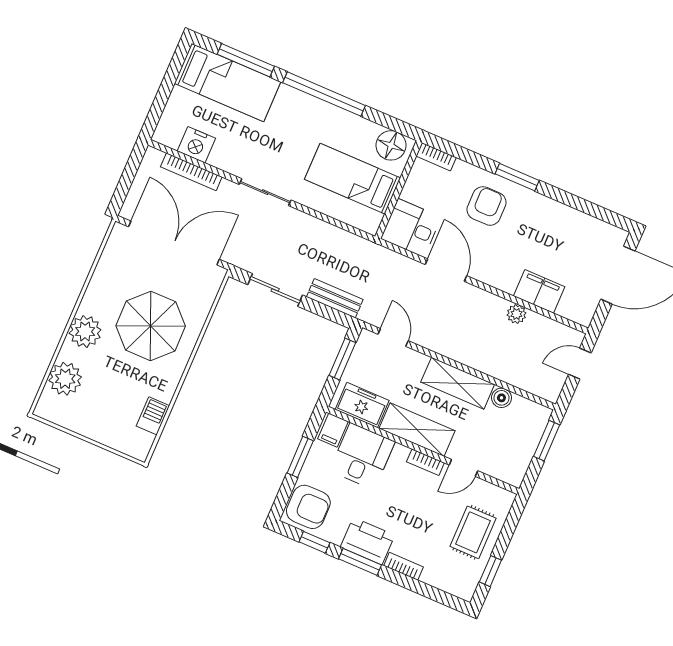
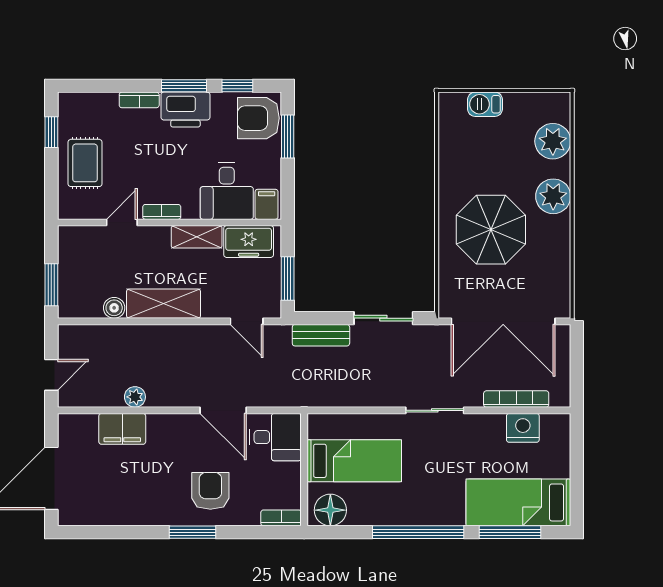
armchair: (487, 206) -> (210, 491), turned 180
barbecue: (153, 416) -> (485, 104), moved, turned 90
shelving: (417, 430) -> (197, 237), width x0.67, depth x0.75
window: (300, 457) -> (288, 137), moved

